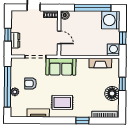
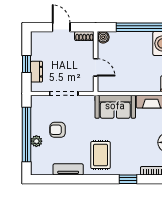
sofa: (61, 67) -> (115, 107), moved
rug: (62, 102) -> (101, 155), turned 90

